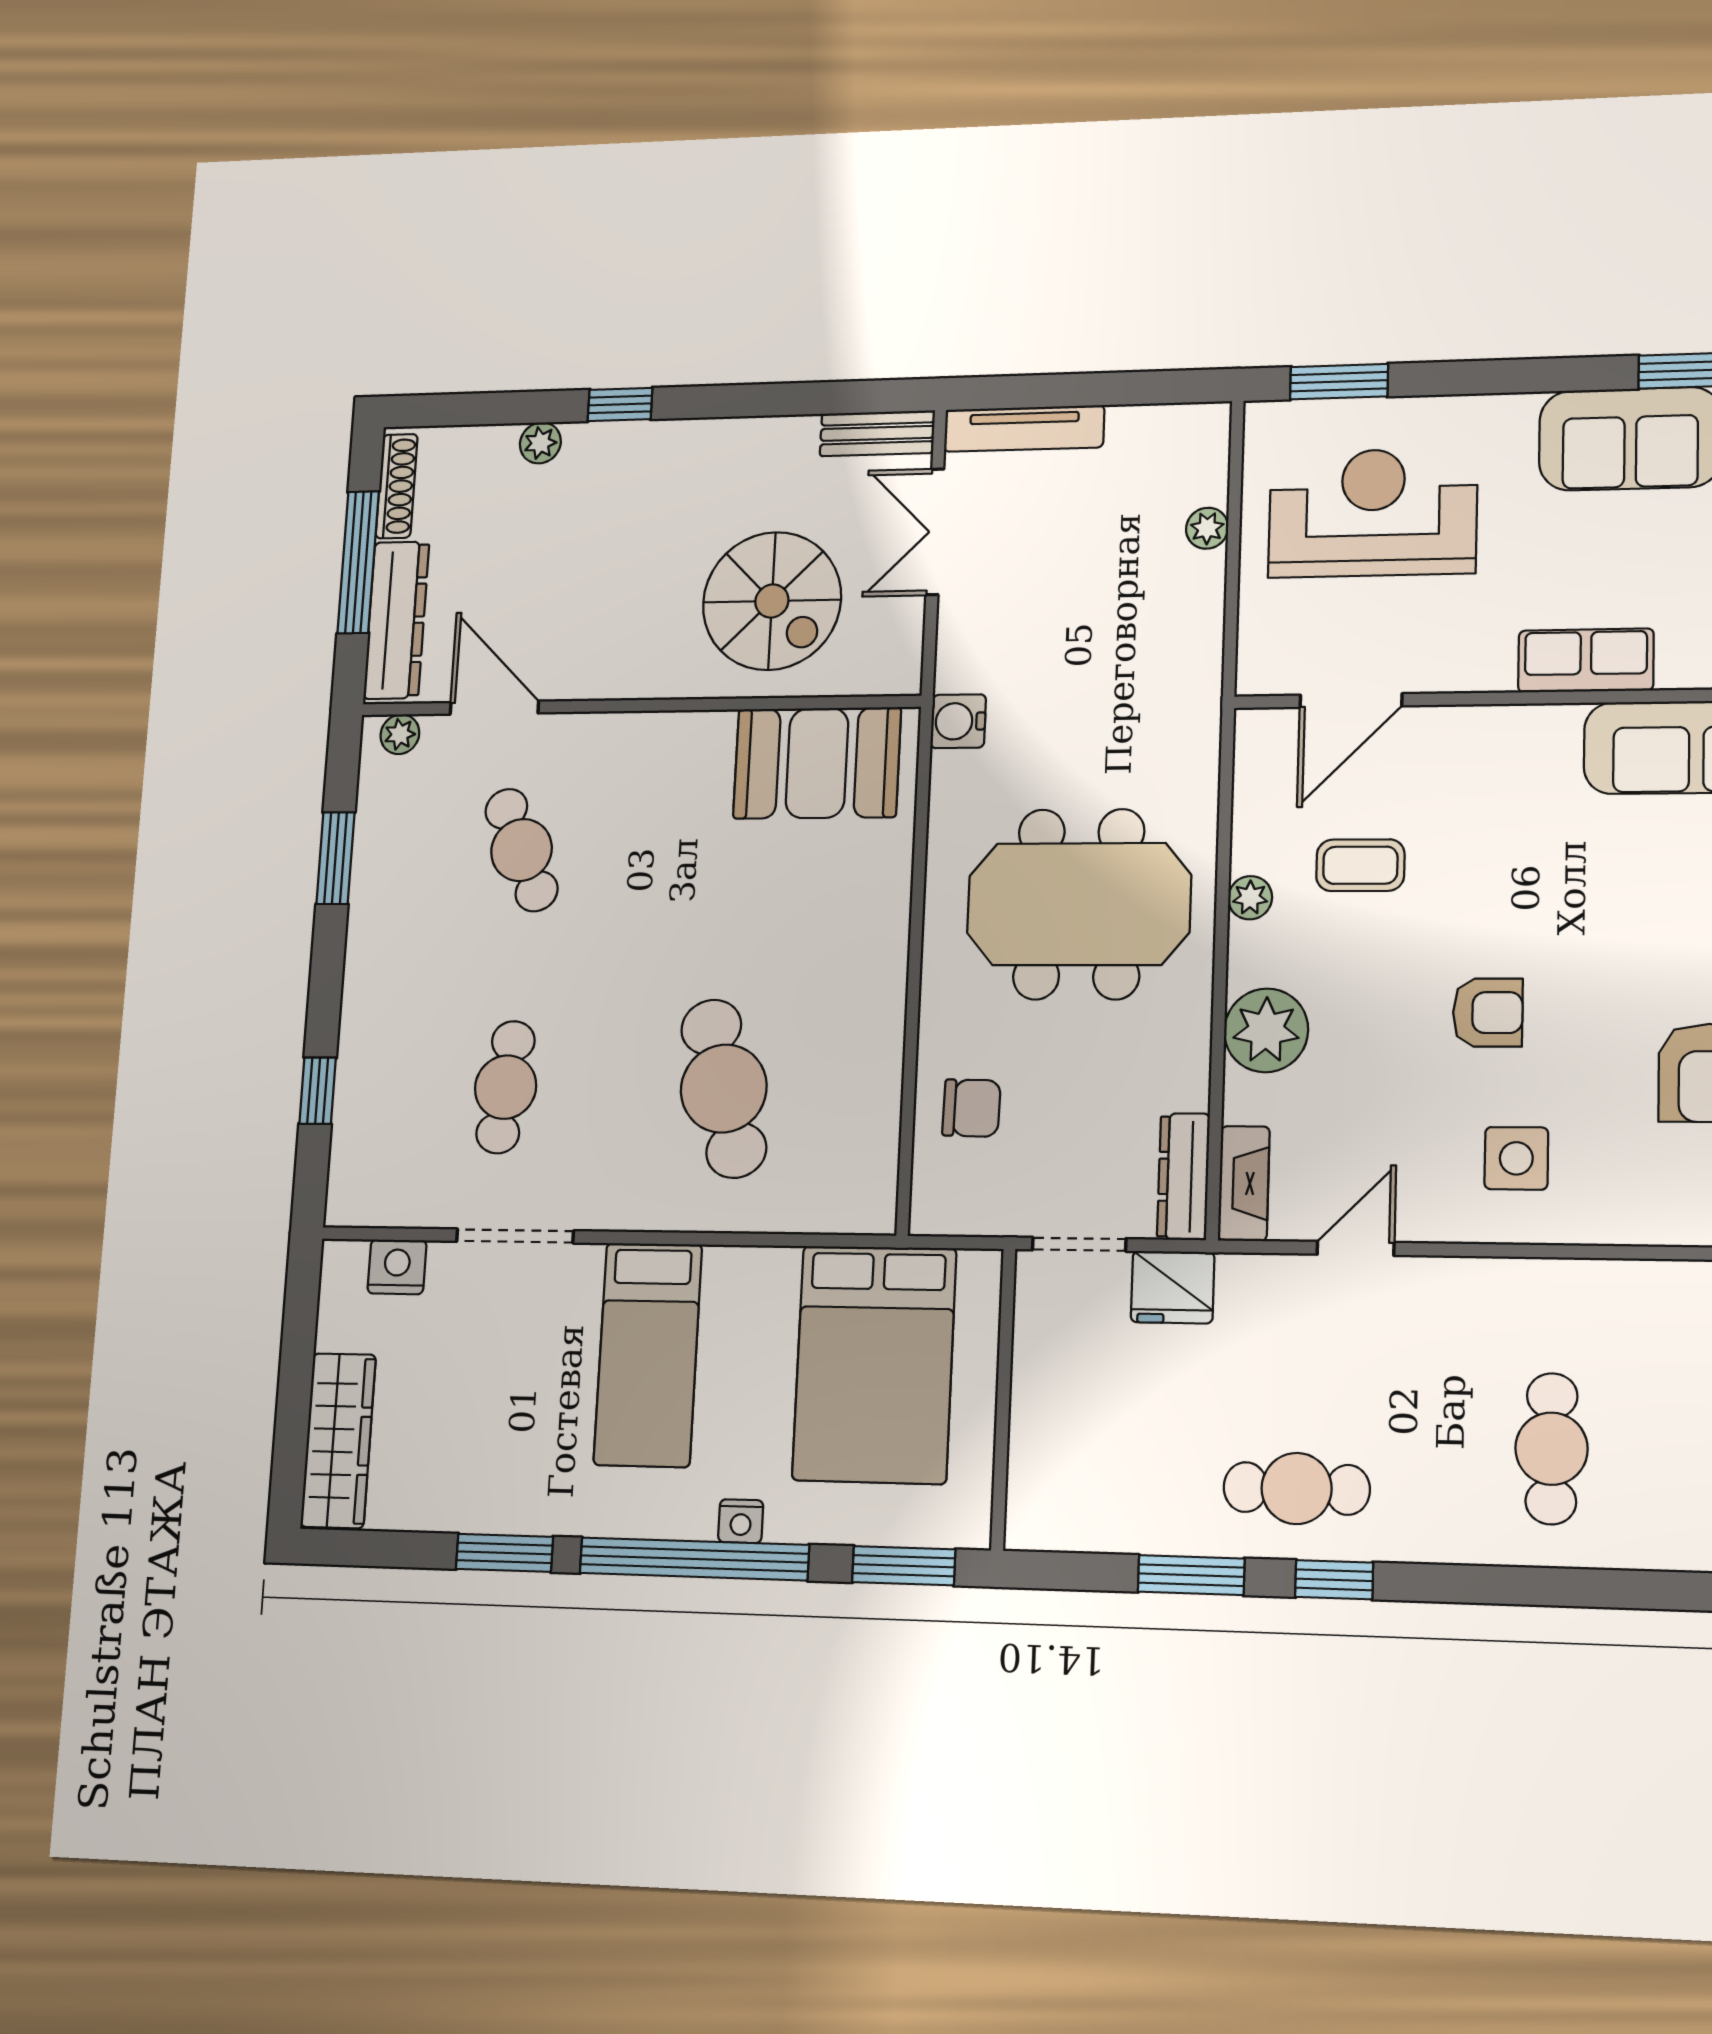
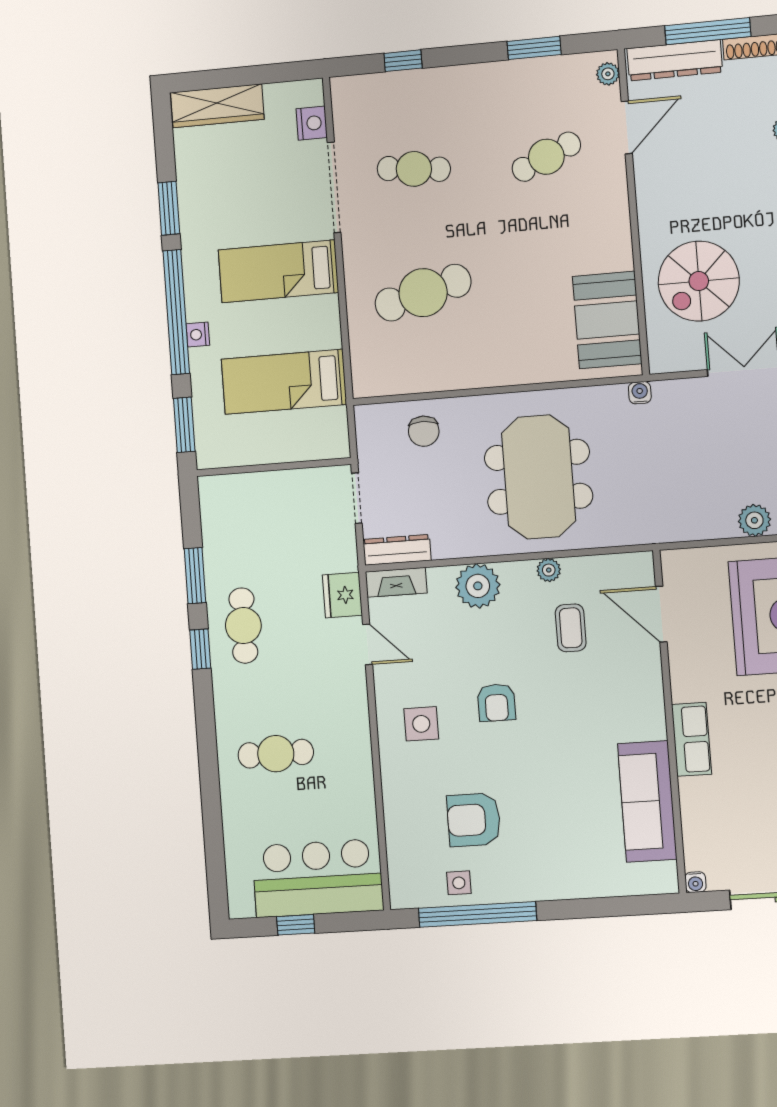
plant: (1207, 528) -> (754, 520), width x1.38, depth x1.38
water cooler: (958, 721) -> (640, 393), width x0.72, depth x0.72
doorway: (515, 1236) -> (334, 187), width x1.36
fridge: (1173, 1287) -> (342, 595), moved
bed: (874, 1364) -> (284, 382), width x0.67

